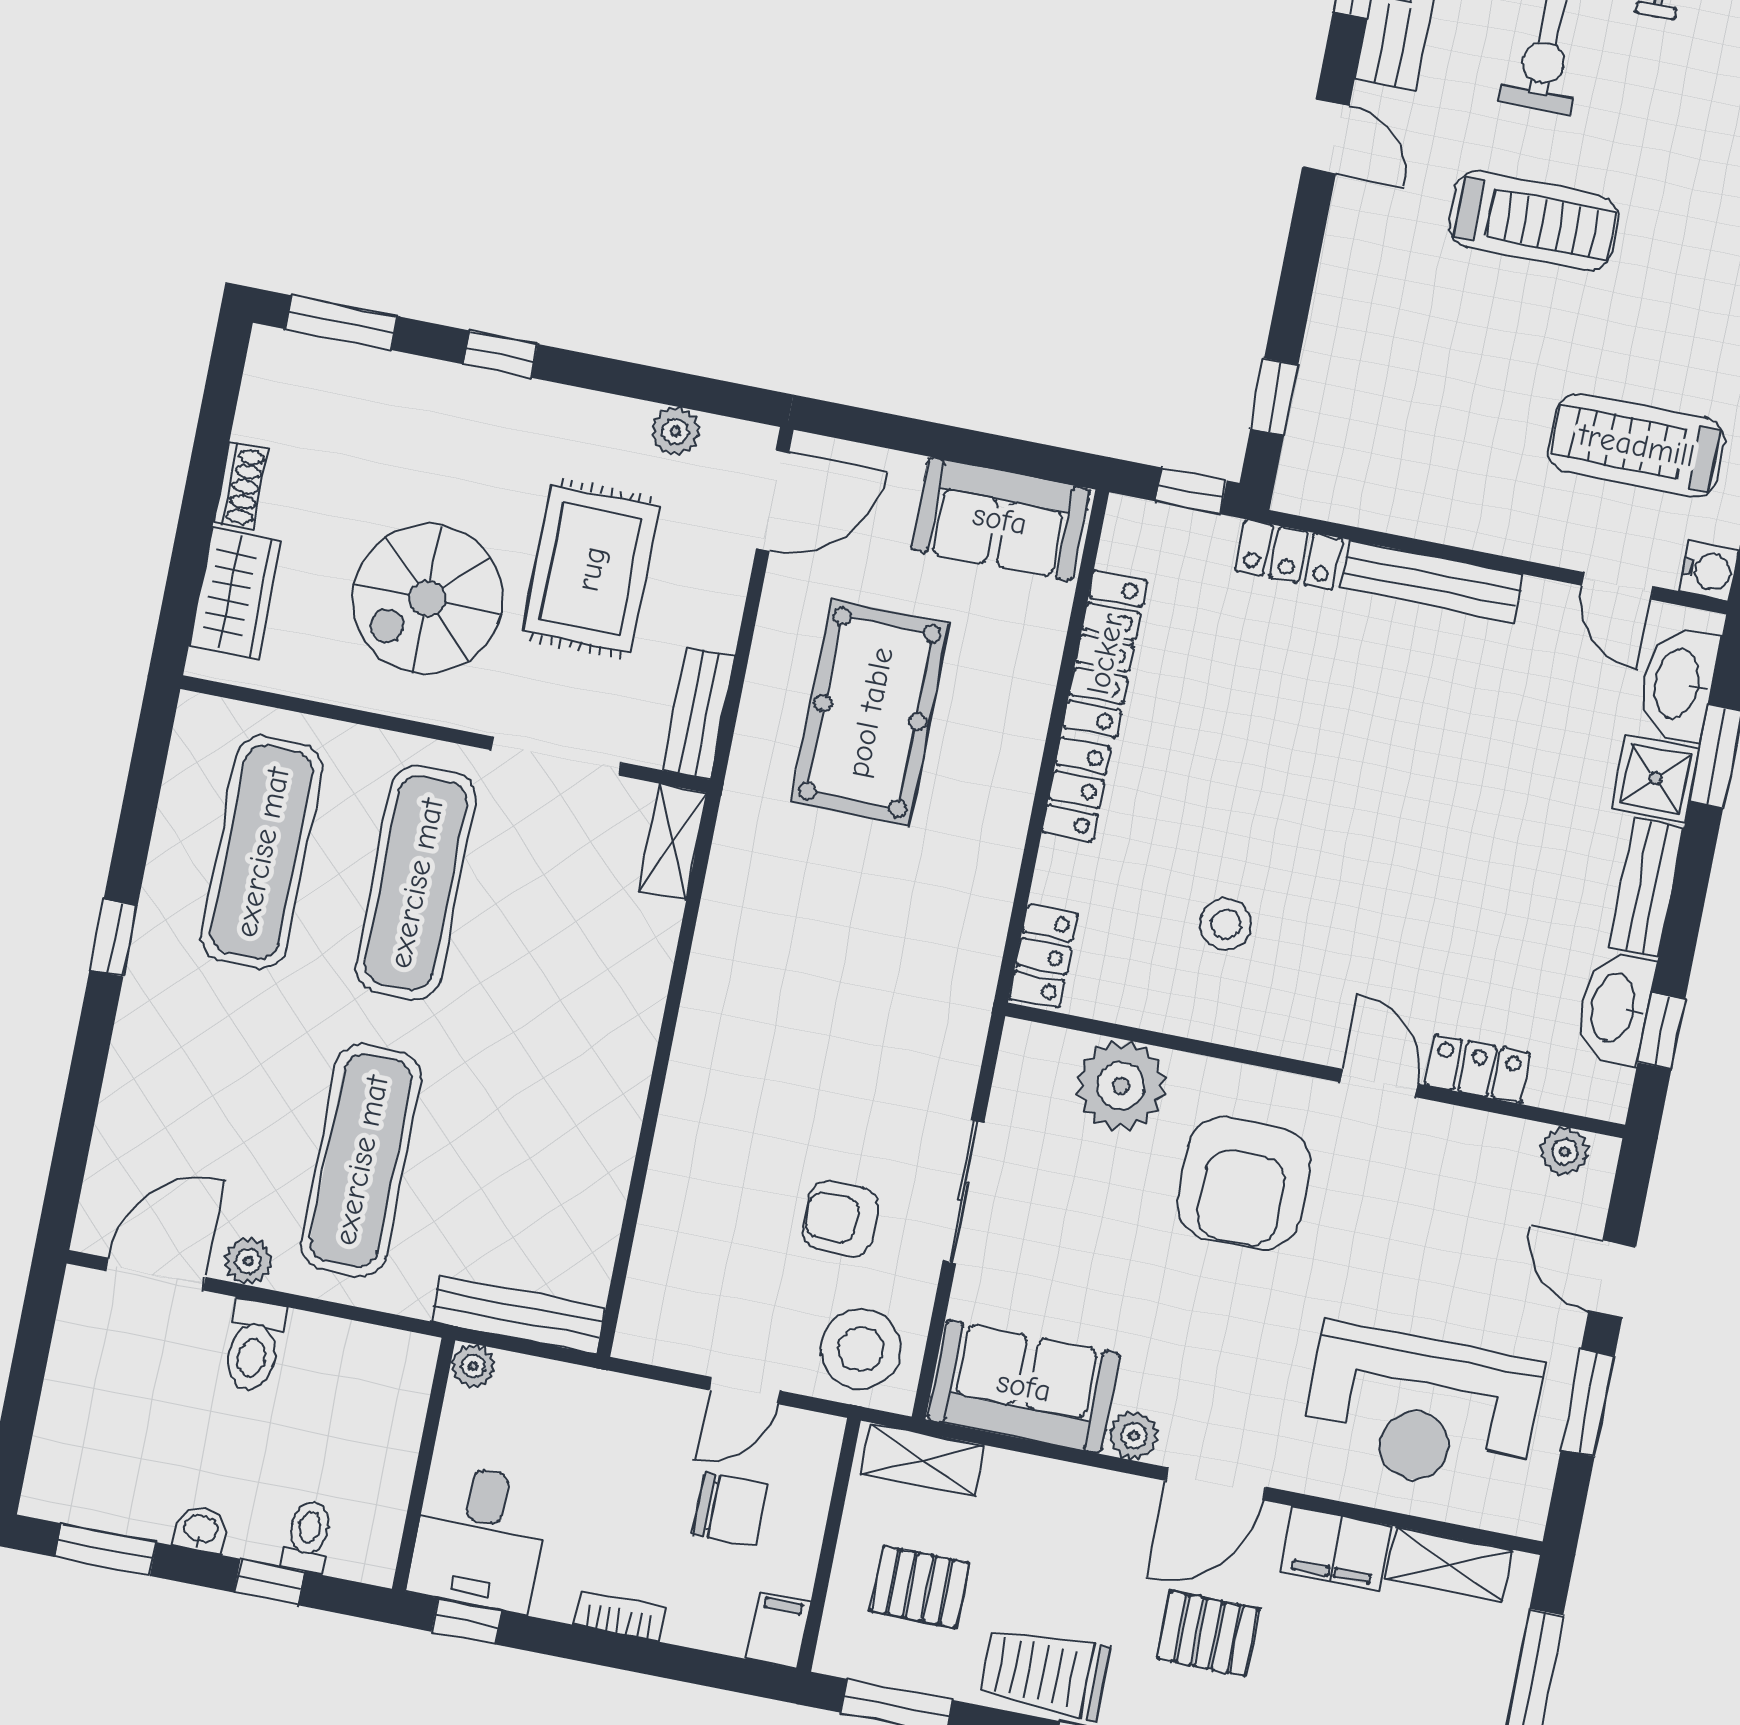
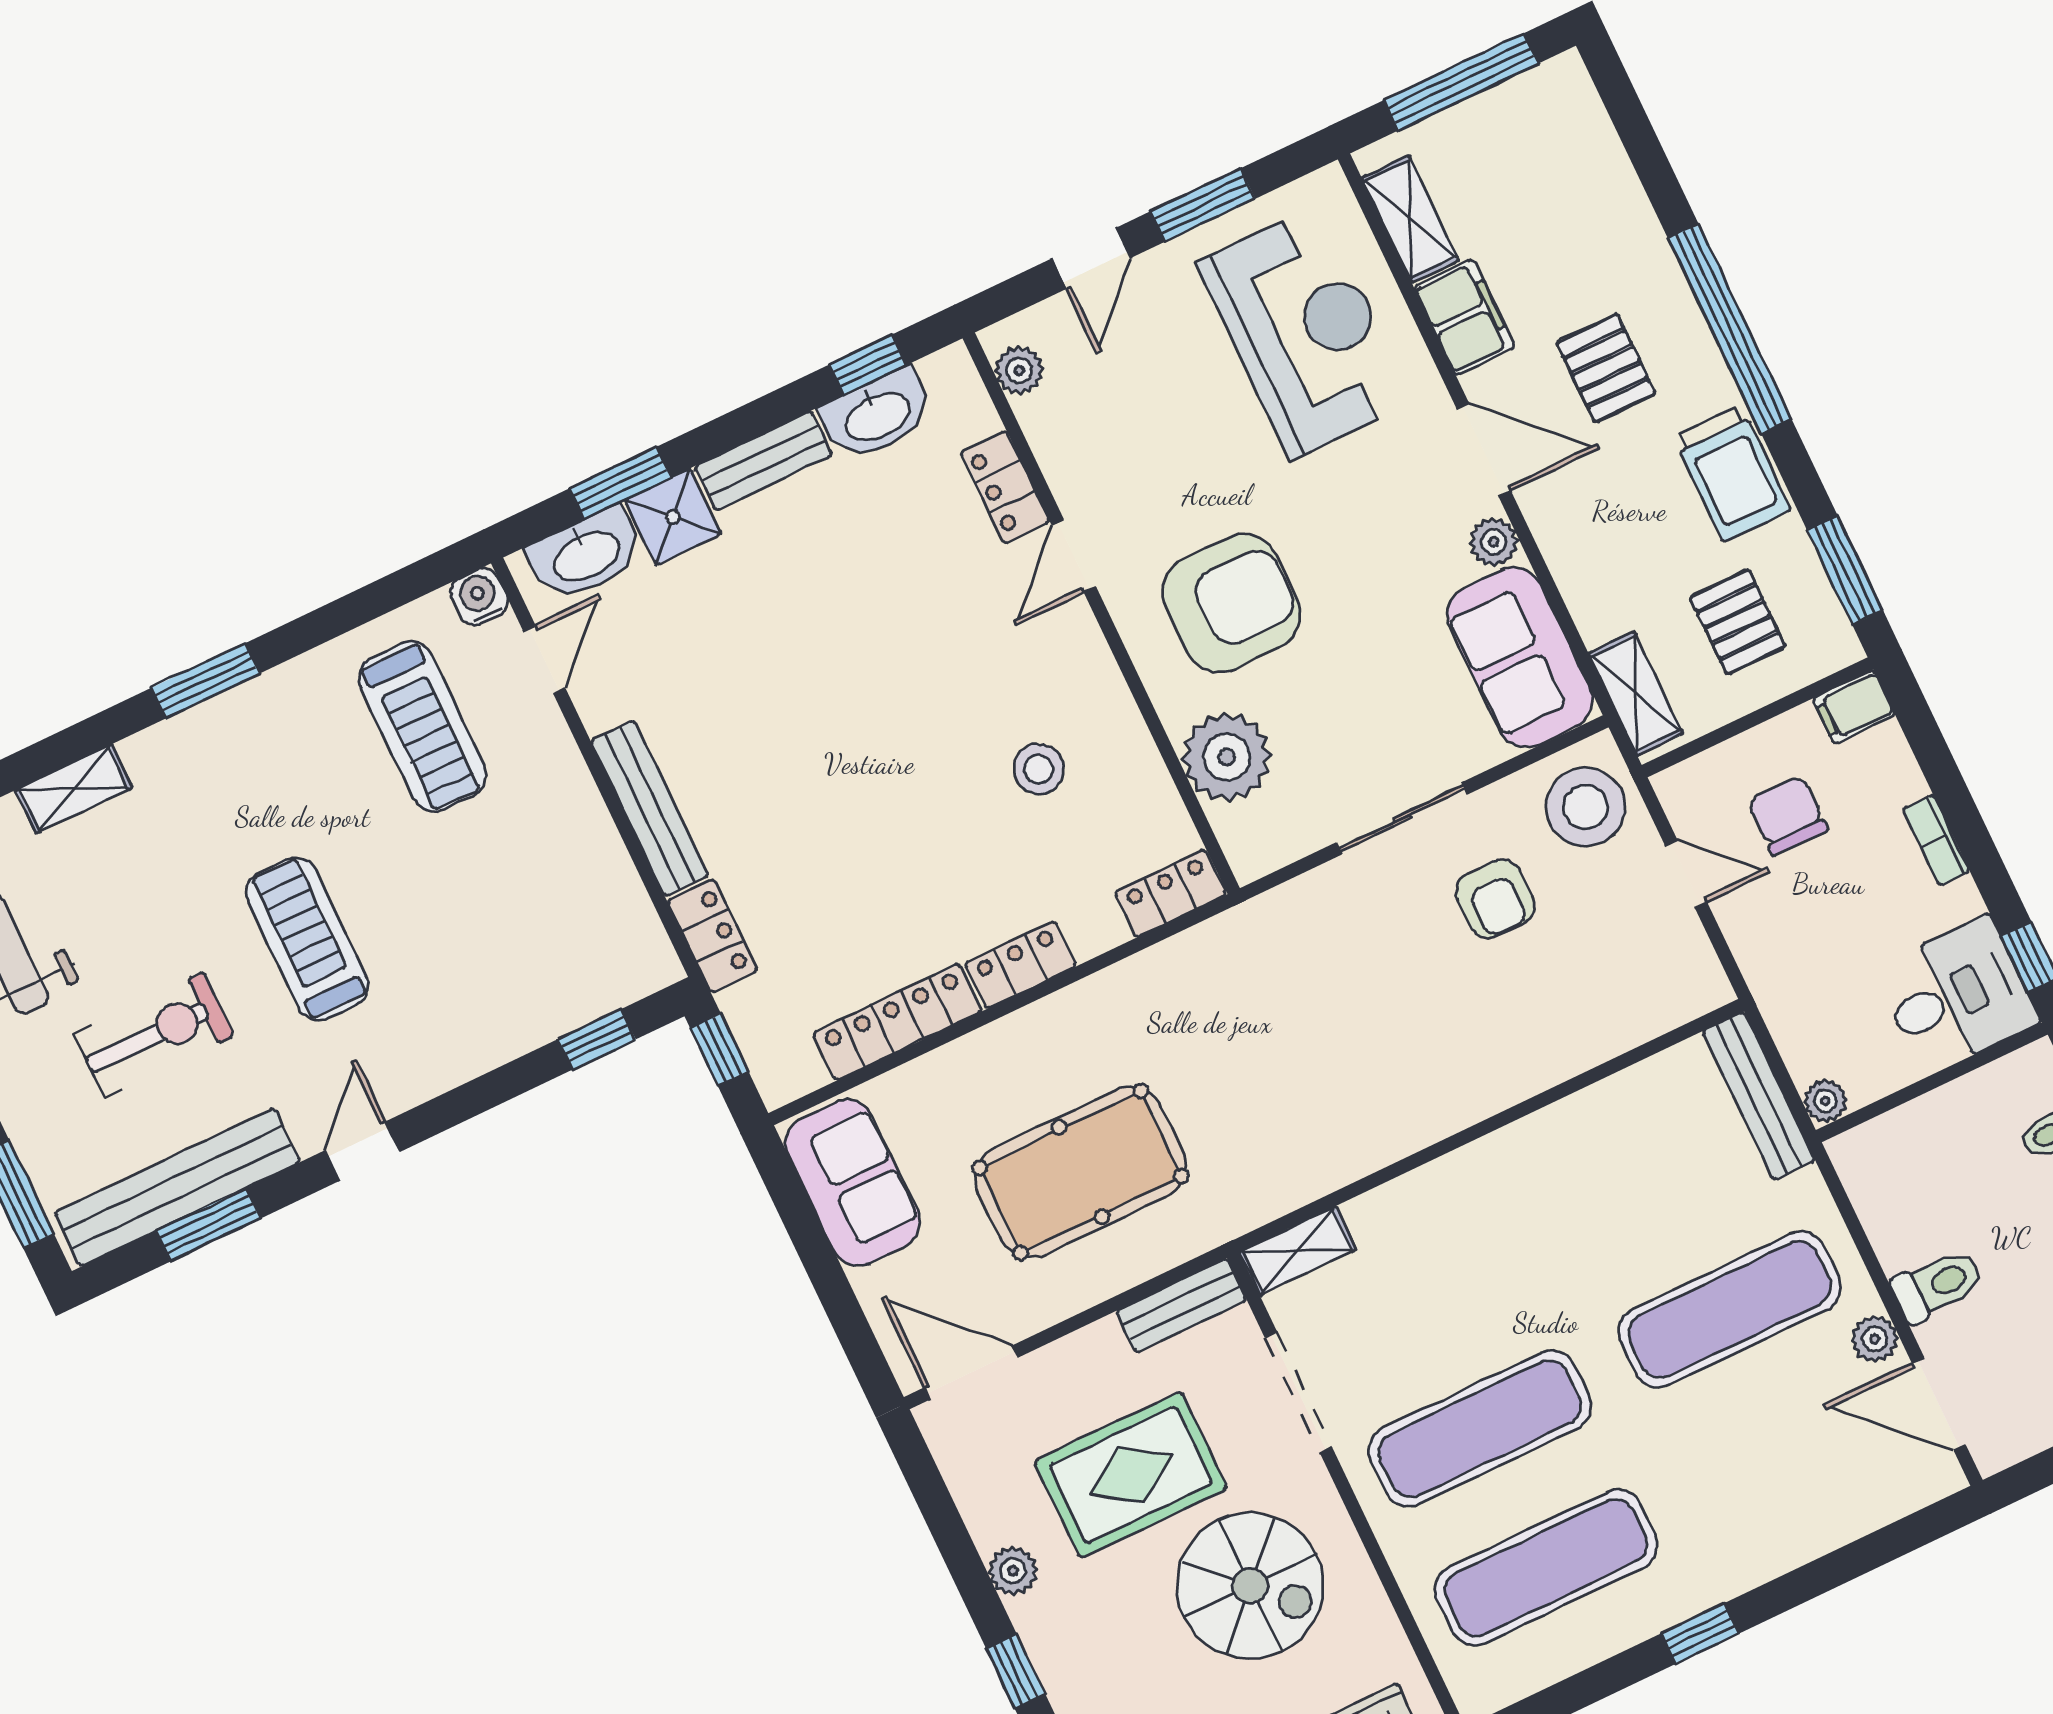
plant: (675, 431) -> (1013, 1571), moved

